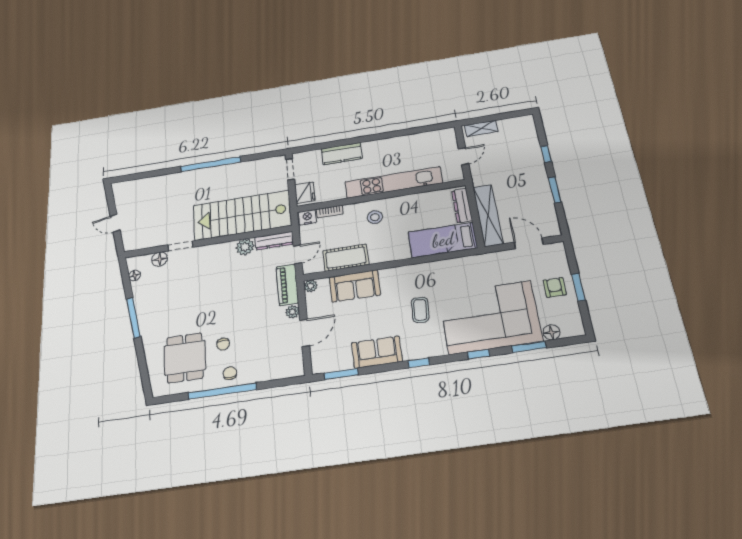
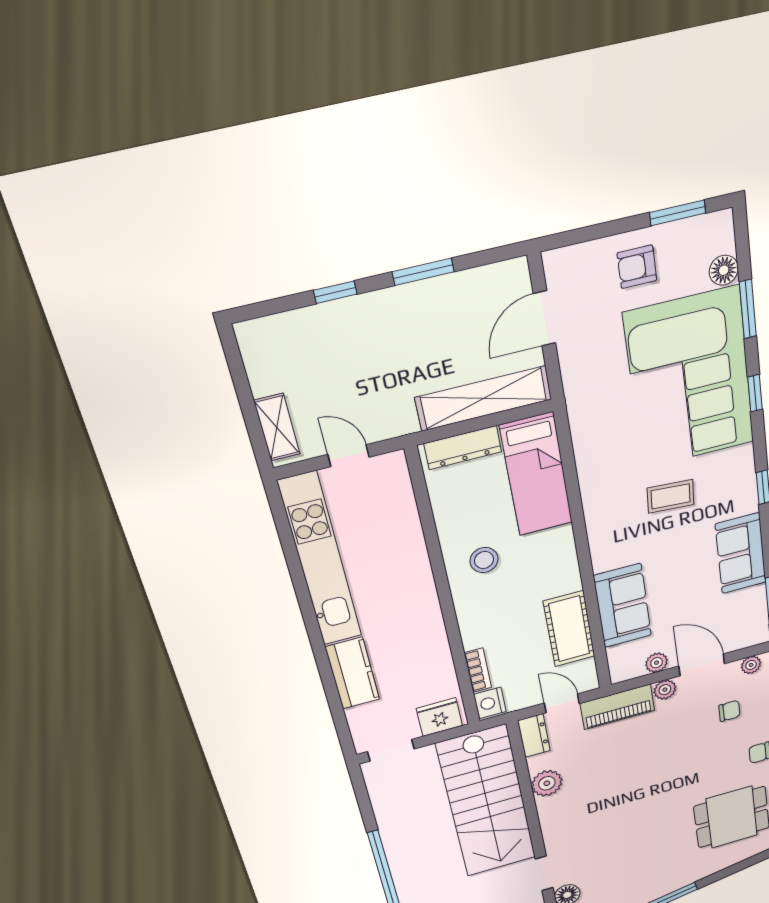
kitchen unit: (394, 182) -> (320, 560), moved, turned 180
stool: (375, 217) -> (484, 560), moved
dresser: (274, 241) -> (534, 736), width x0.70
plant: (311, 286) -> (657, 663), moved
window: (578, 287) -> (678, 213), moved
chair: (223, 344) -> (729, 711), moved
plant: (297, 363) -> (751, 665), added

